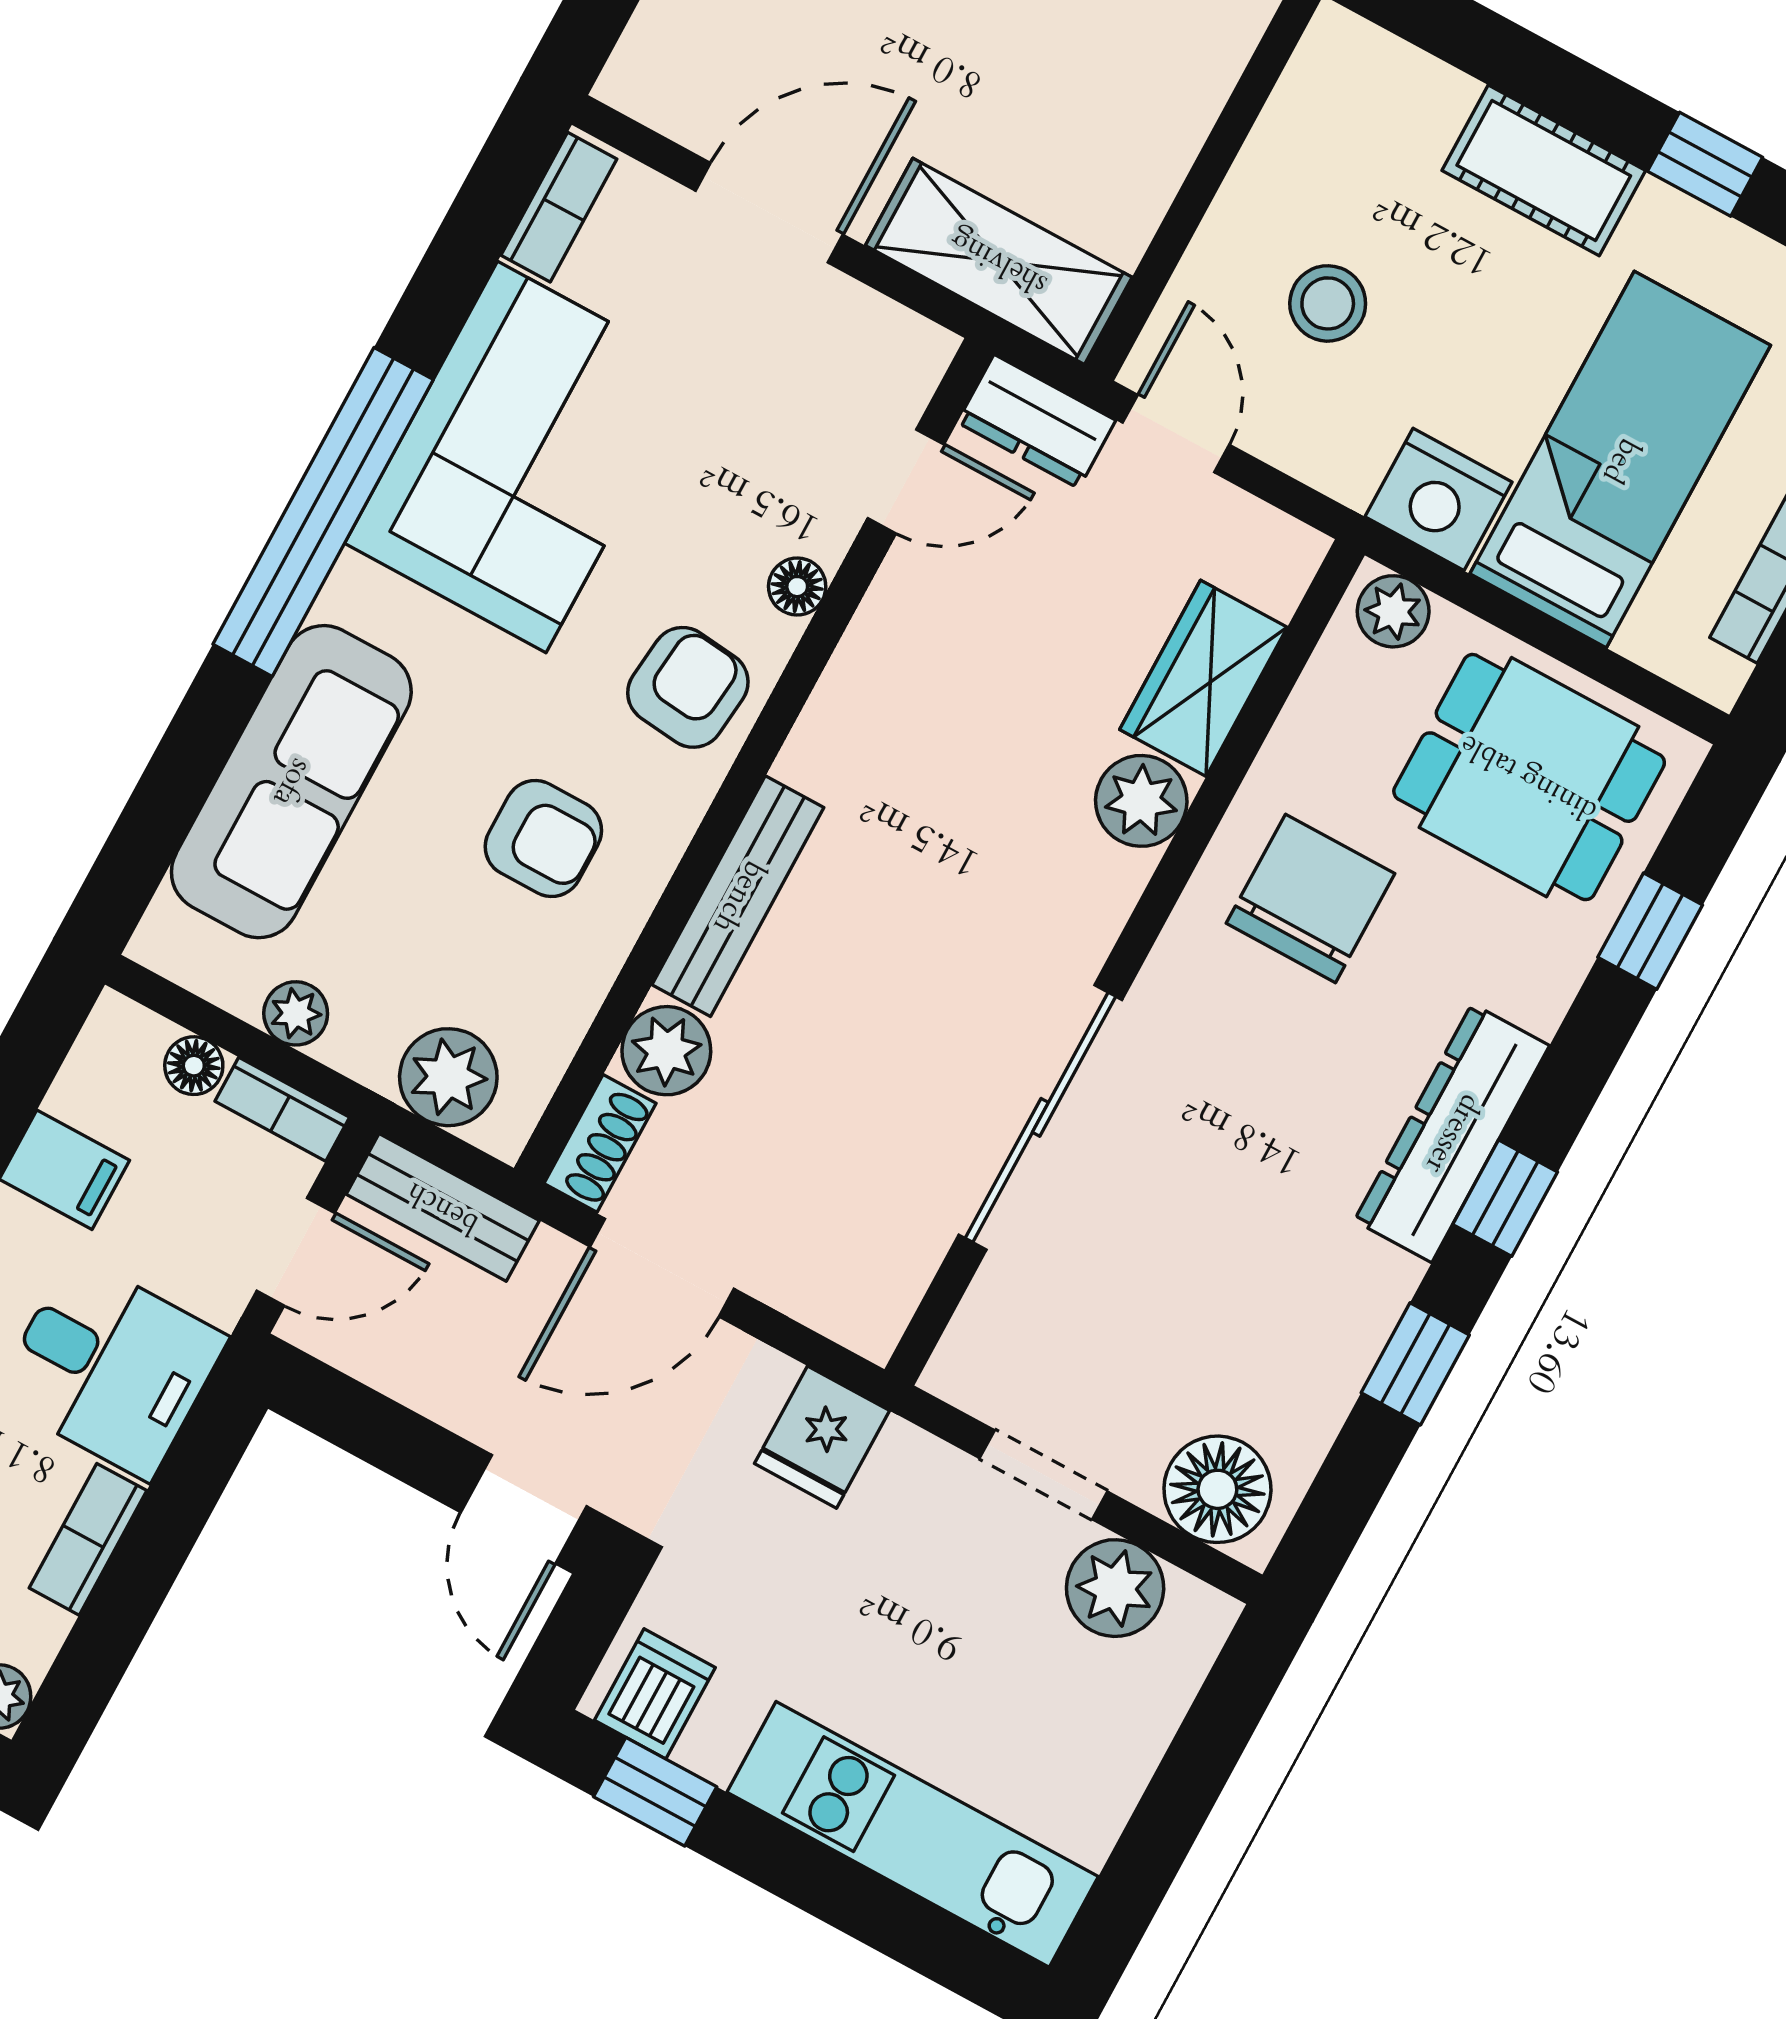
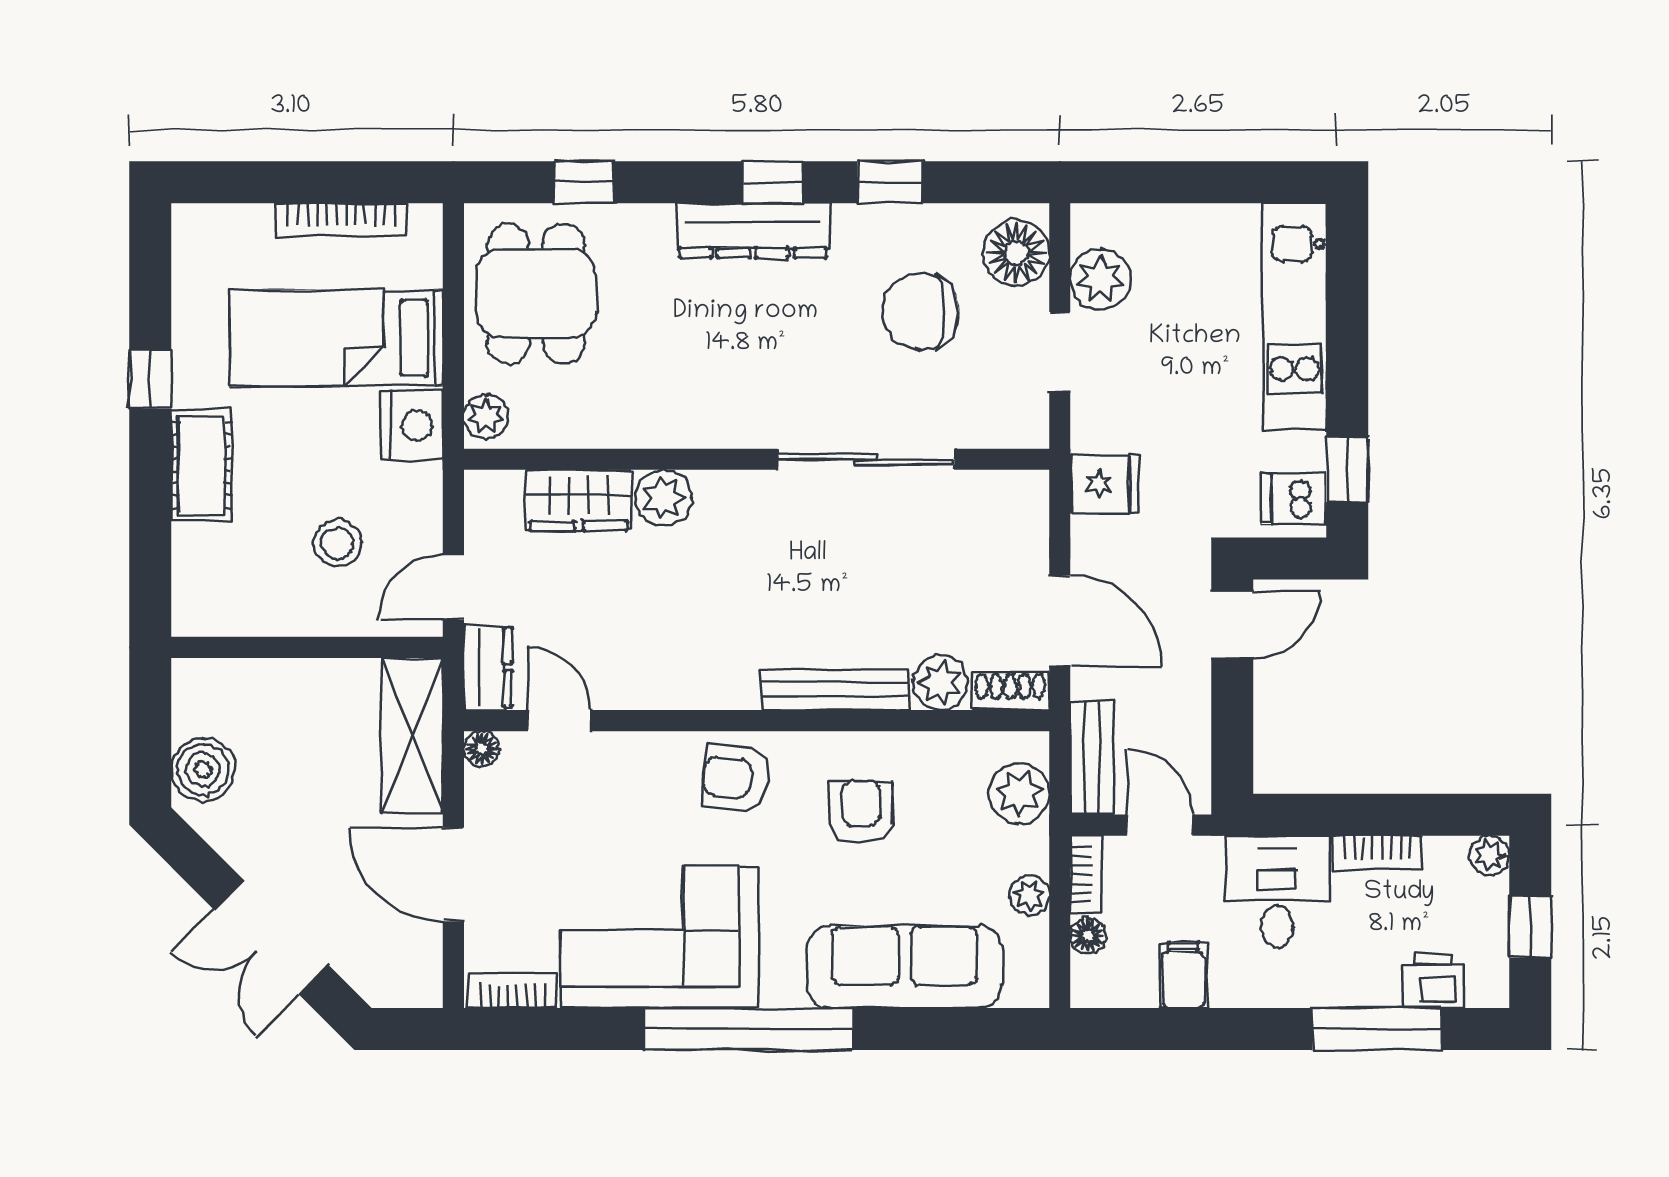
floor lamp: (797, 587) -> (482, 749), moved
chair: (1311, 898) -> (921, 311), moved

